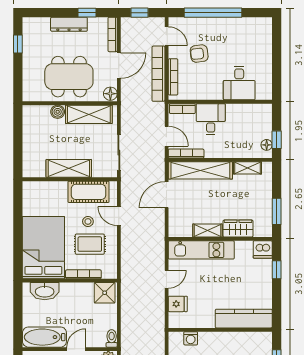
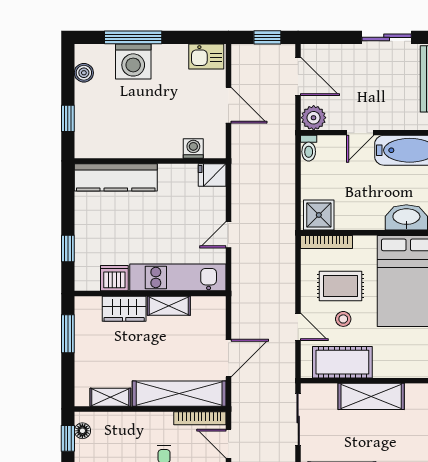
dishwasher: (263, 249) -> (114, 278), moved
bookcase: (83, 274) -> (327, 242), moved
fridge: (178, 304) -> (212, 175), moved

